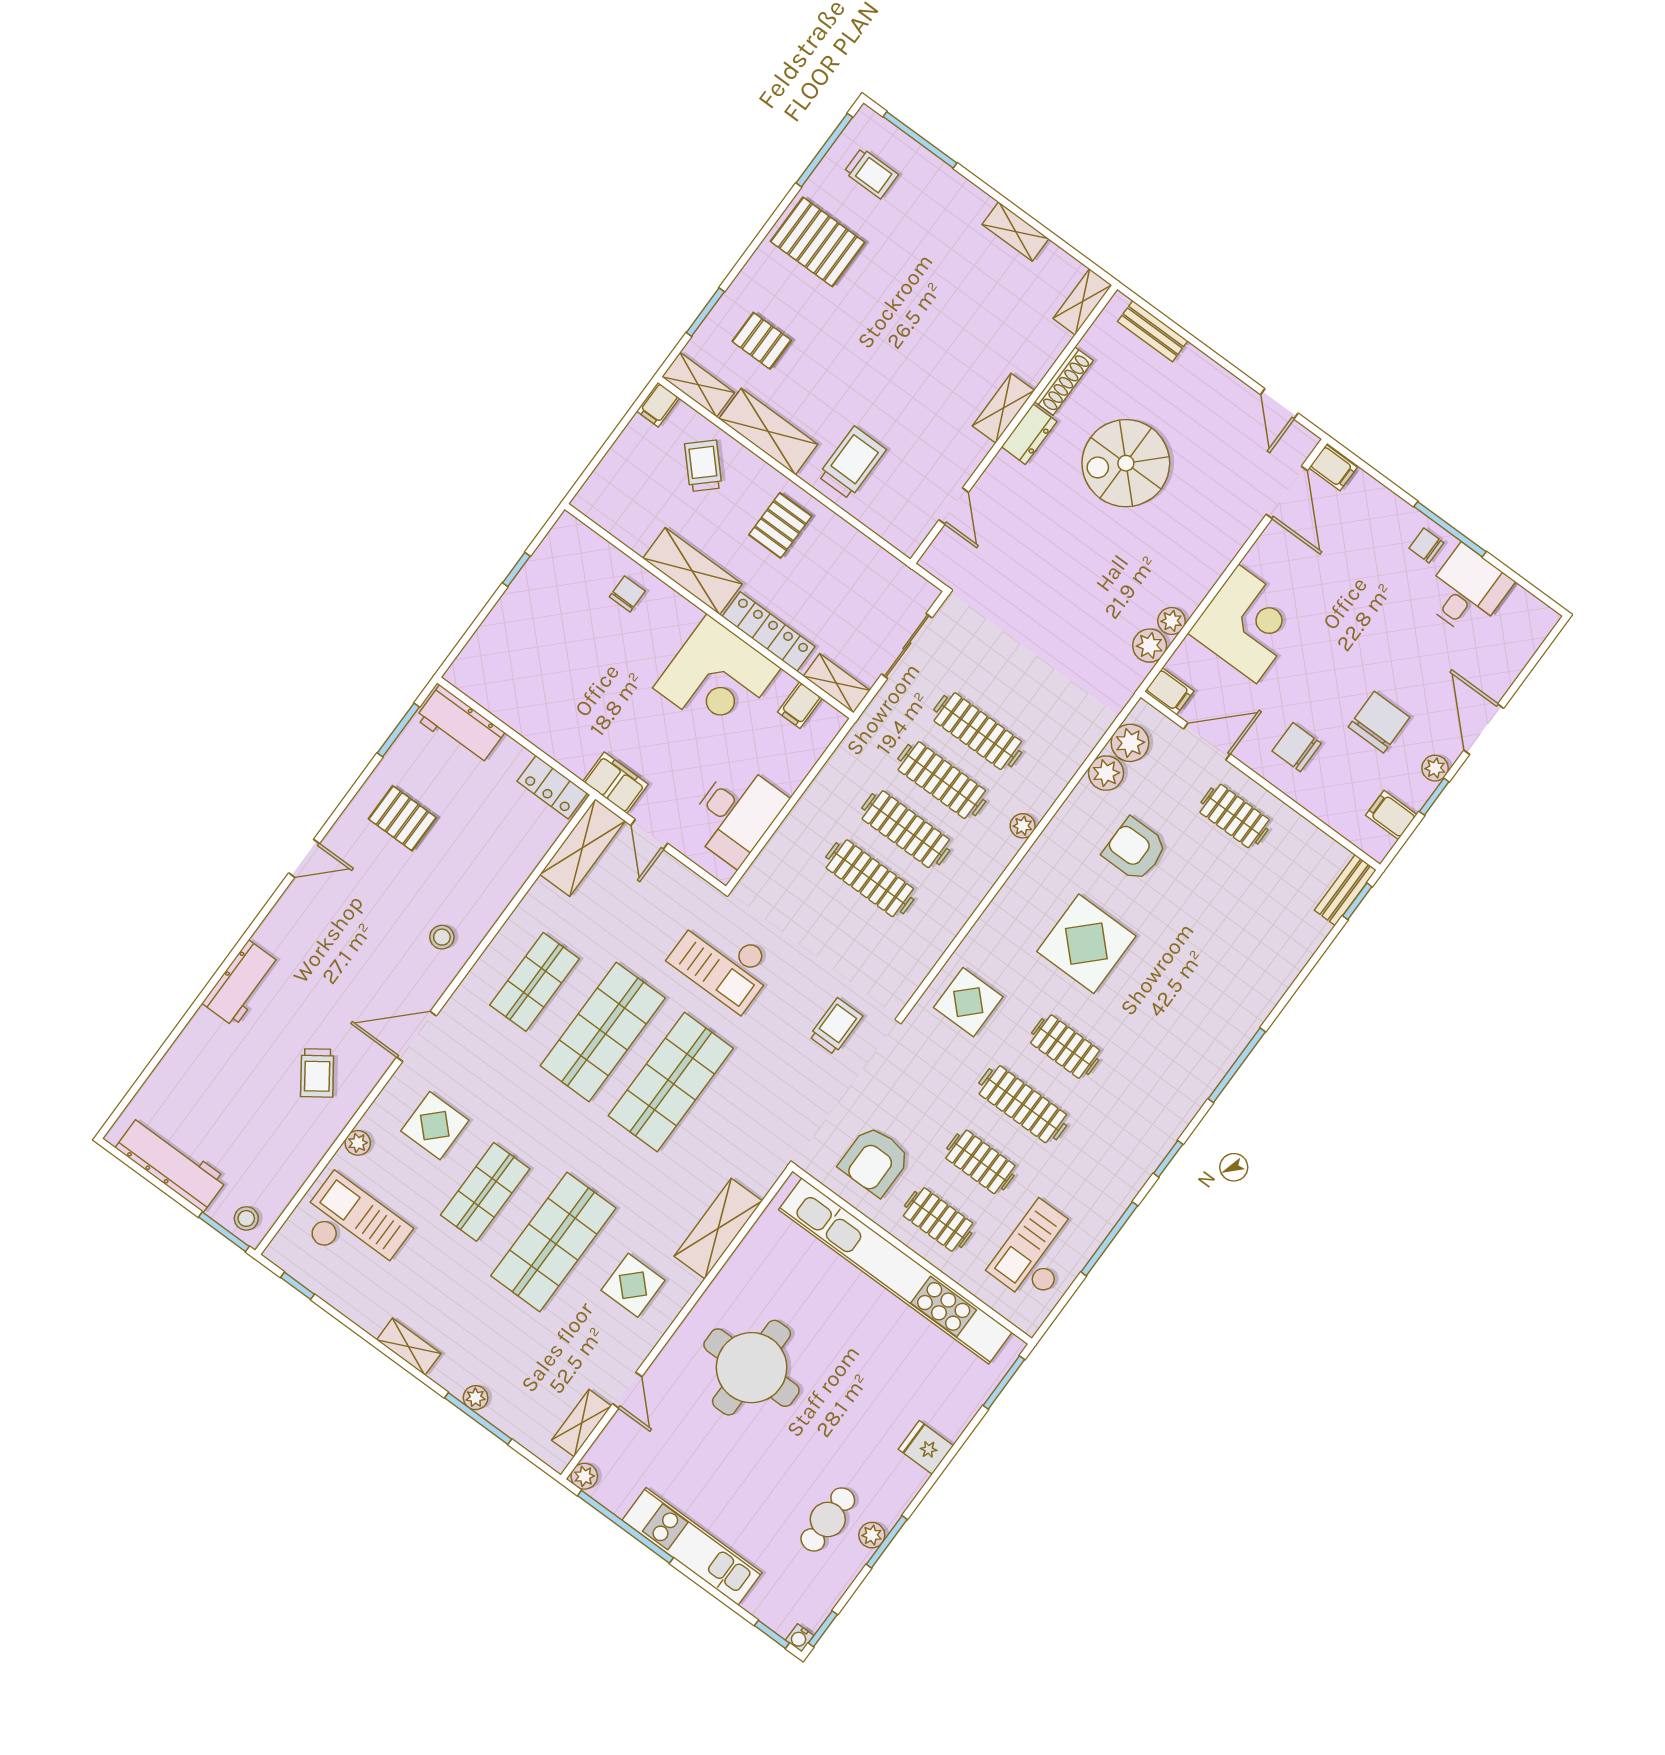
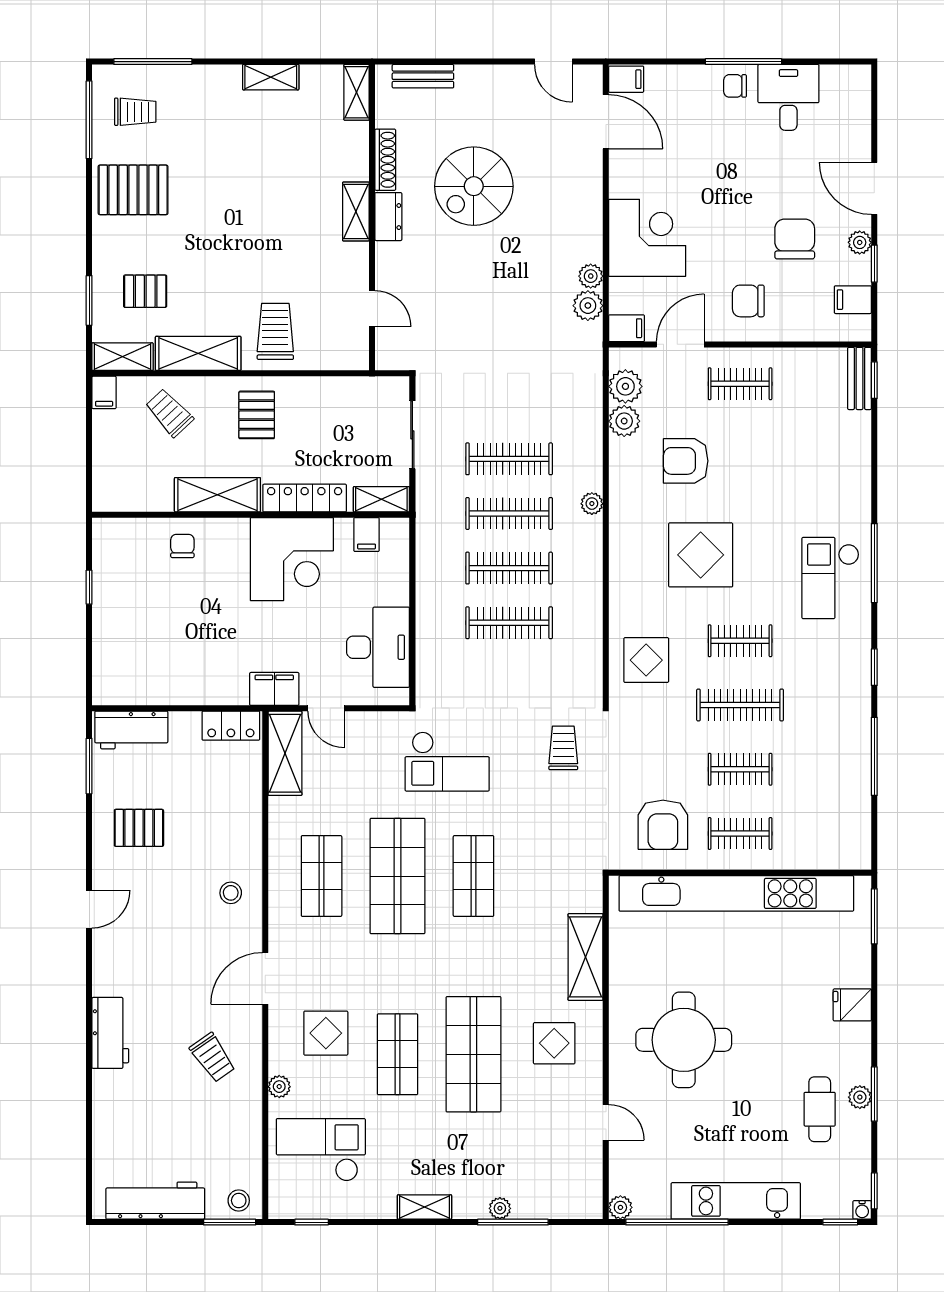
shop shelf: (671, 1082) -> (473, 876), width x0.70, depth x0.74
checkout: (1038, 1253) -> (830, 578), moved
shelving: (582, 1423) -> (590, 1170), removed

